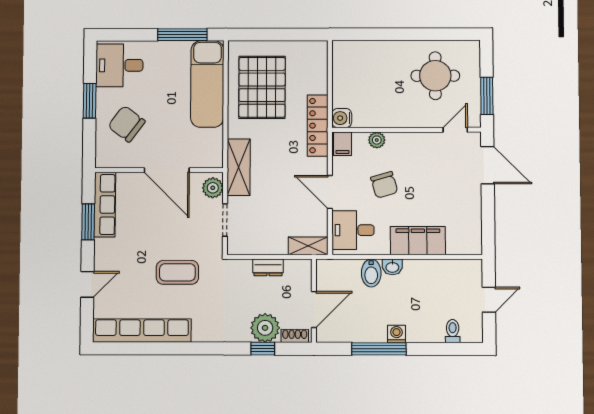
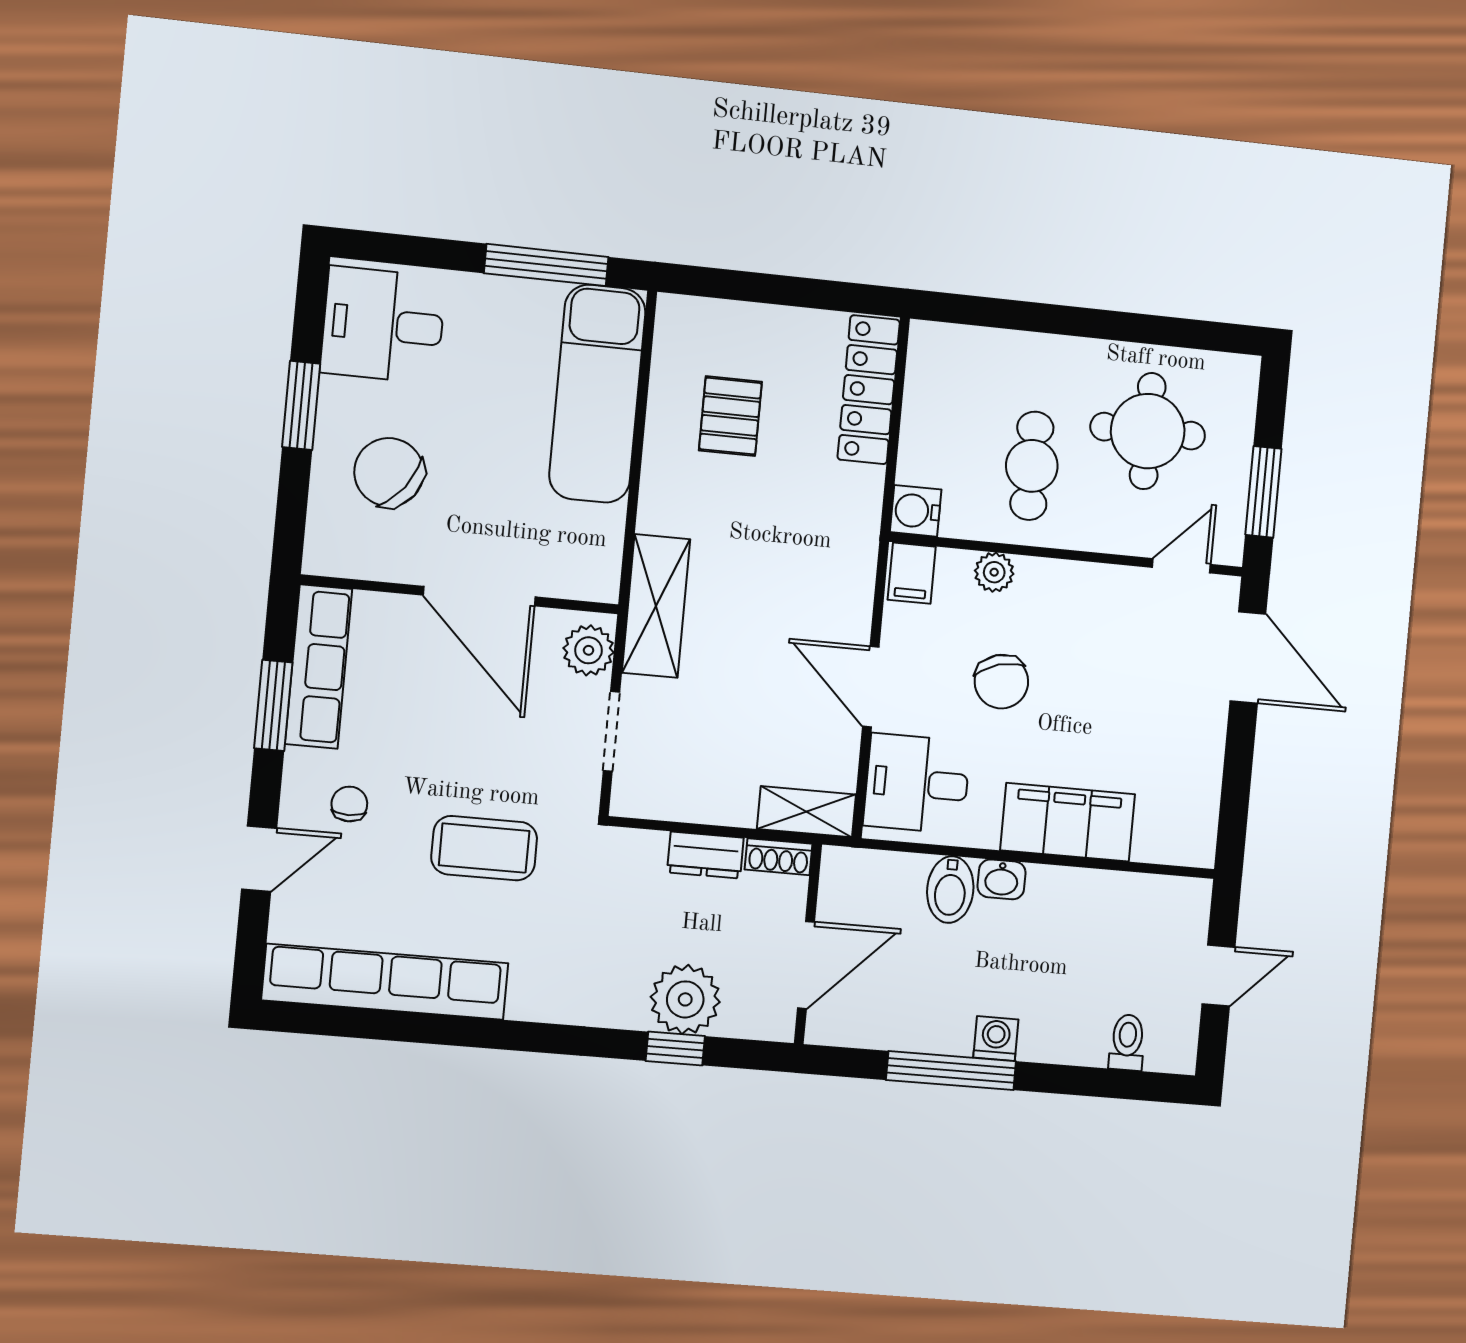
pallet: (262, 87) -> (730, 416), width x0.49, depth x0.50
cafe table: (388, 95) -> (1032, 466), added
locker: (318, 126) -> (869, 390), moved
chair: (122, 259) -> (349, 804), added
shoe rack: (295, 336) -> (779, 857), moved, turned 180

